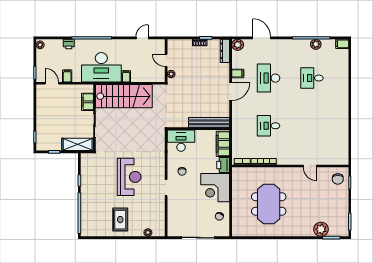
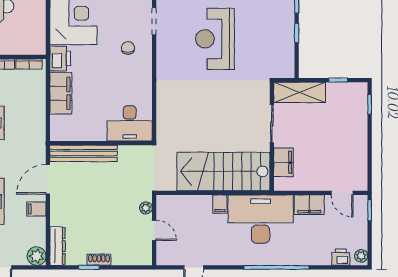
printer: (69, 44) -> (341, 257), moved
filing cabinet: (67, 76) -> (309, 205), width x2.00
bench: (209, 122) -> (84, 153), moved
wall: (198, 129) -> (101, 143), moved
desk: (181, 141) -> (130, 123), moved

